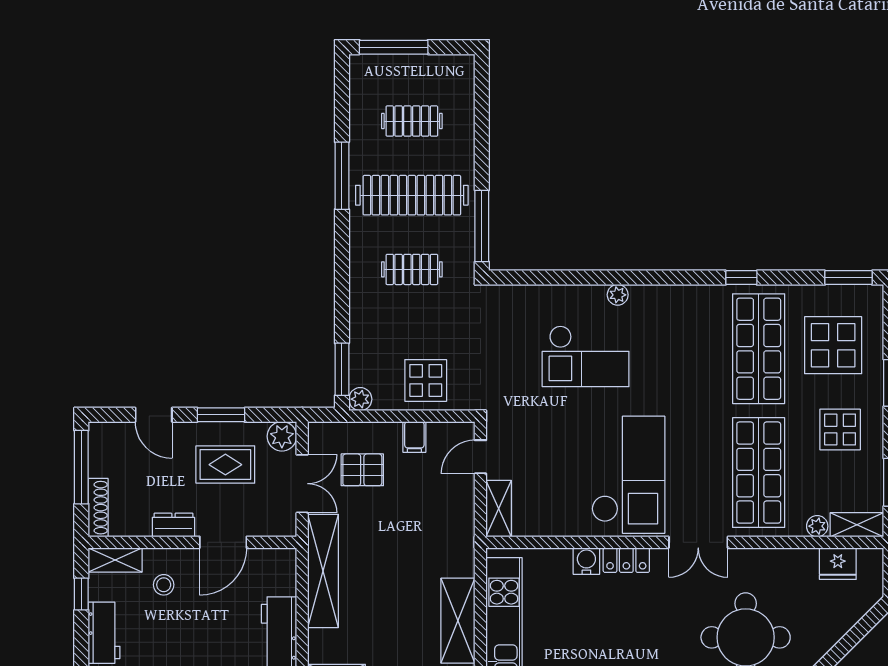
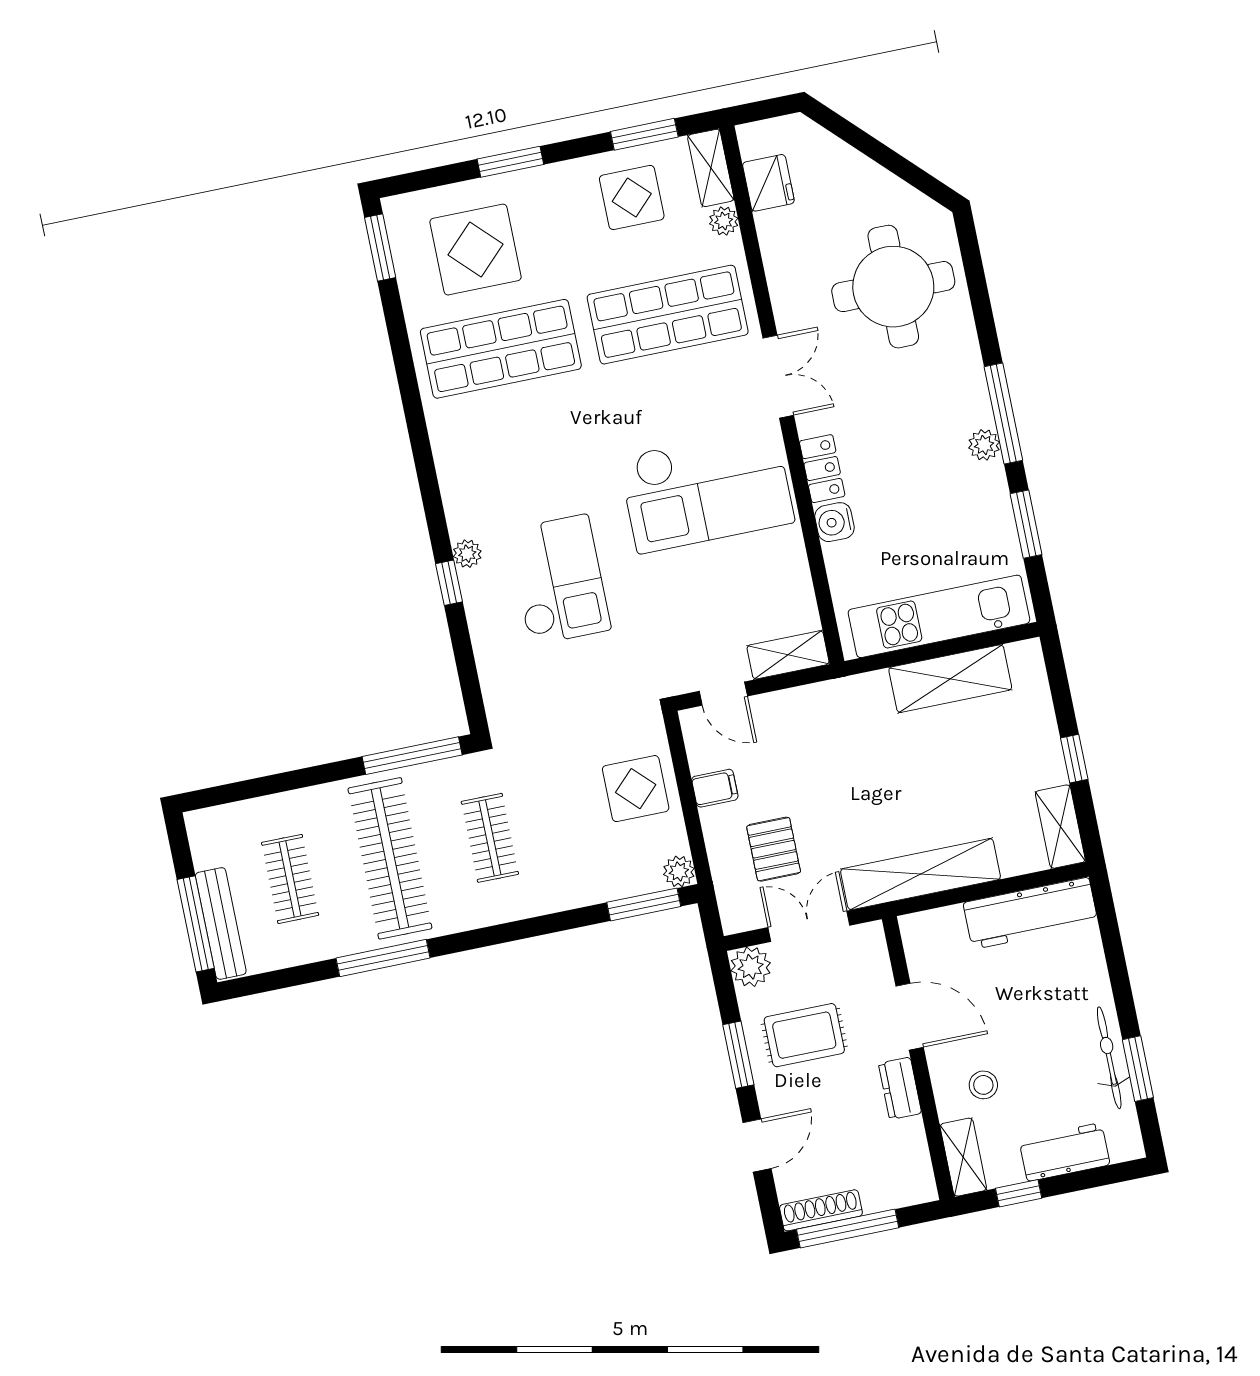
bench: (390, 65) -> (221, 923), added
window: (741, 278) -> (449, 583), moved
display table: (840, 430) -> (632, 197), moved
rug: (225, 465) -> (804, 1035), turned 90
checkout: (628, 475) -> (707, 490), turned 180
shoe rack: (98, 508) -> (821, 1210), moved

